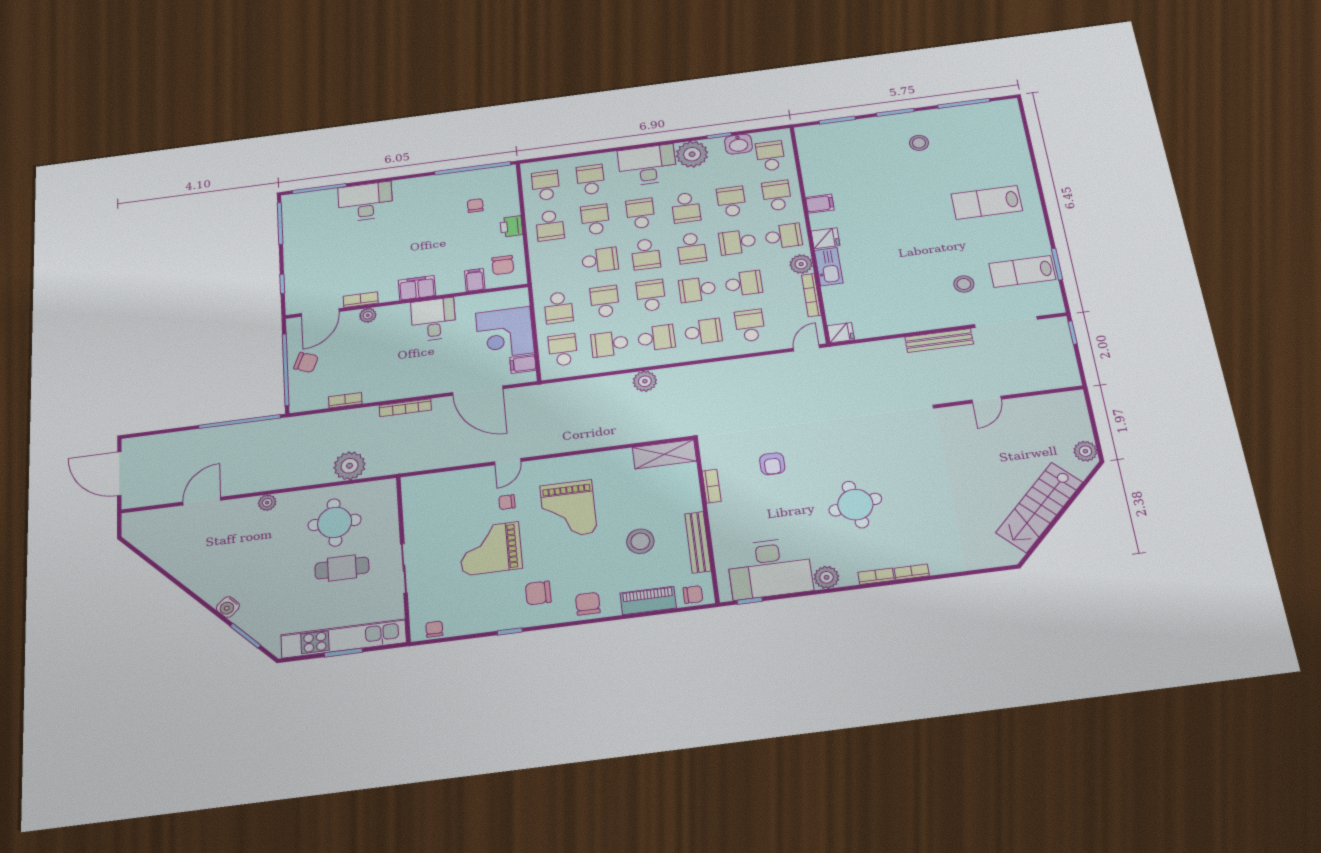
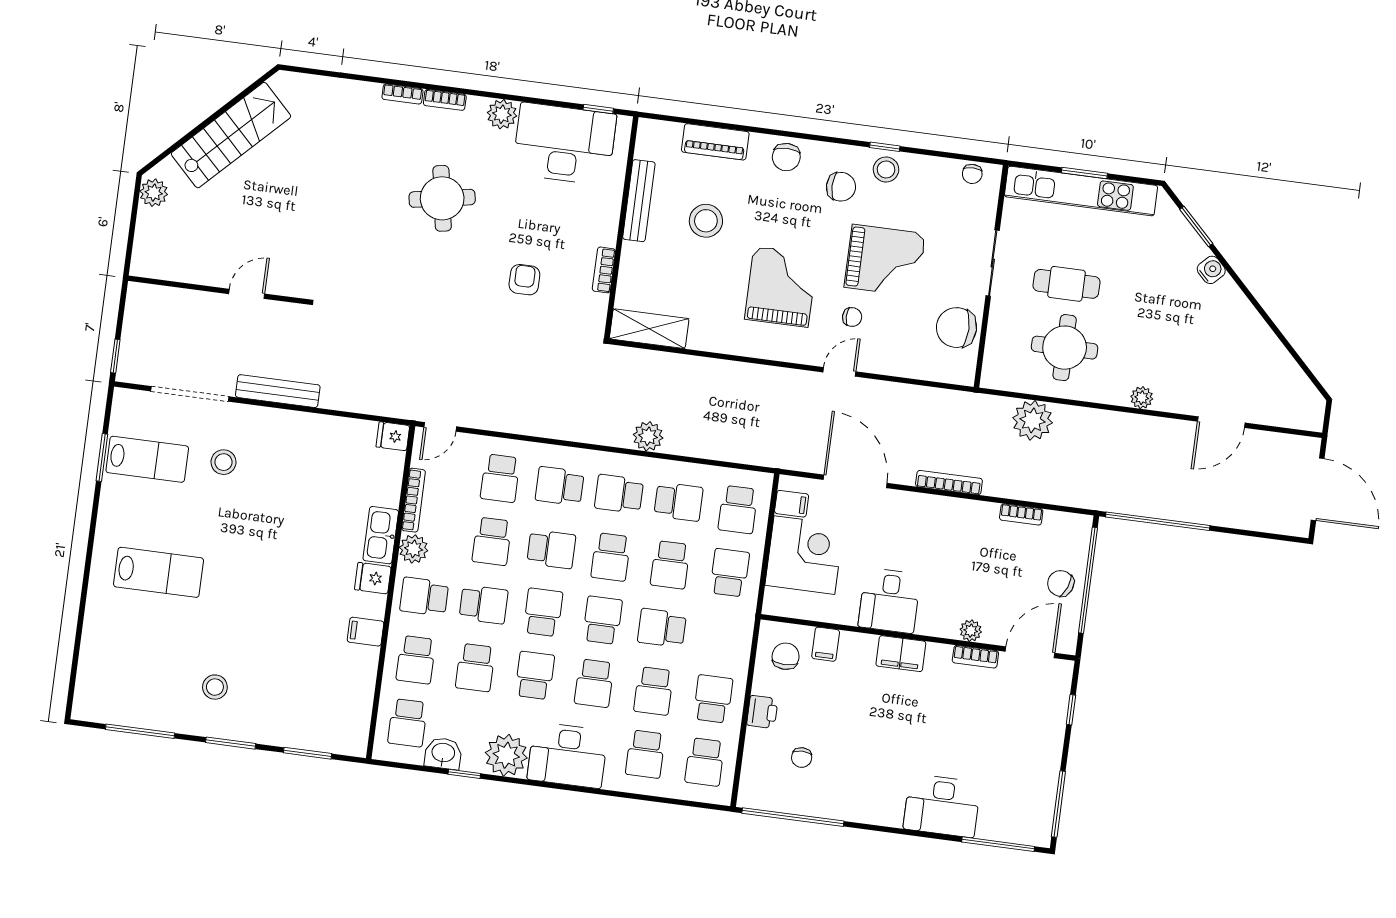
school desk: (744, 283) -> (492, 541), turned -90
chair: (693, 595) -> (956, 328), moved, width x1.87, depth x1.87
stool: (505, 615) -> (886, 169), added

